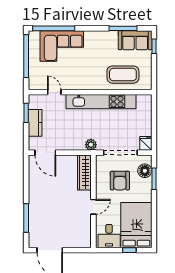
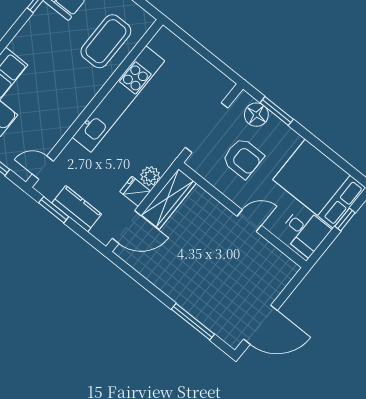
door: (54, 92) -> (43, 168), moved
fridge: (146, 143) -> (135, 191), moved
plant: (91, 145) -> (150, 176), moved
wardrobe: (84, 172) -> (169, 199), moved, turned -90
door: (93, 207) -> (249, 221), hinge flipped

